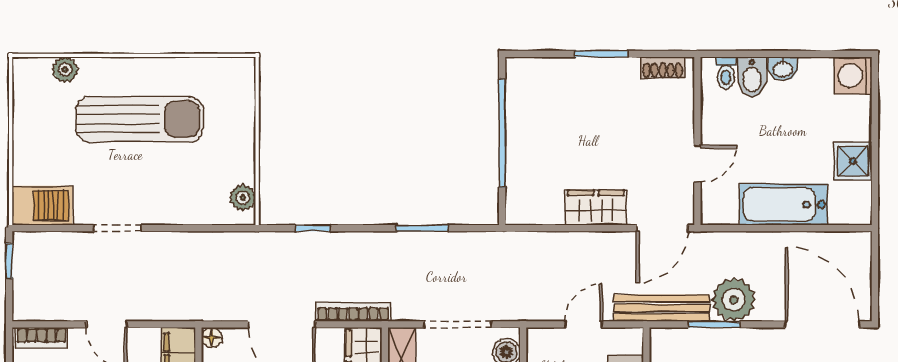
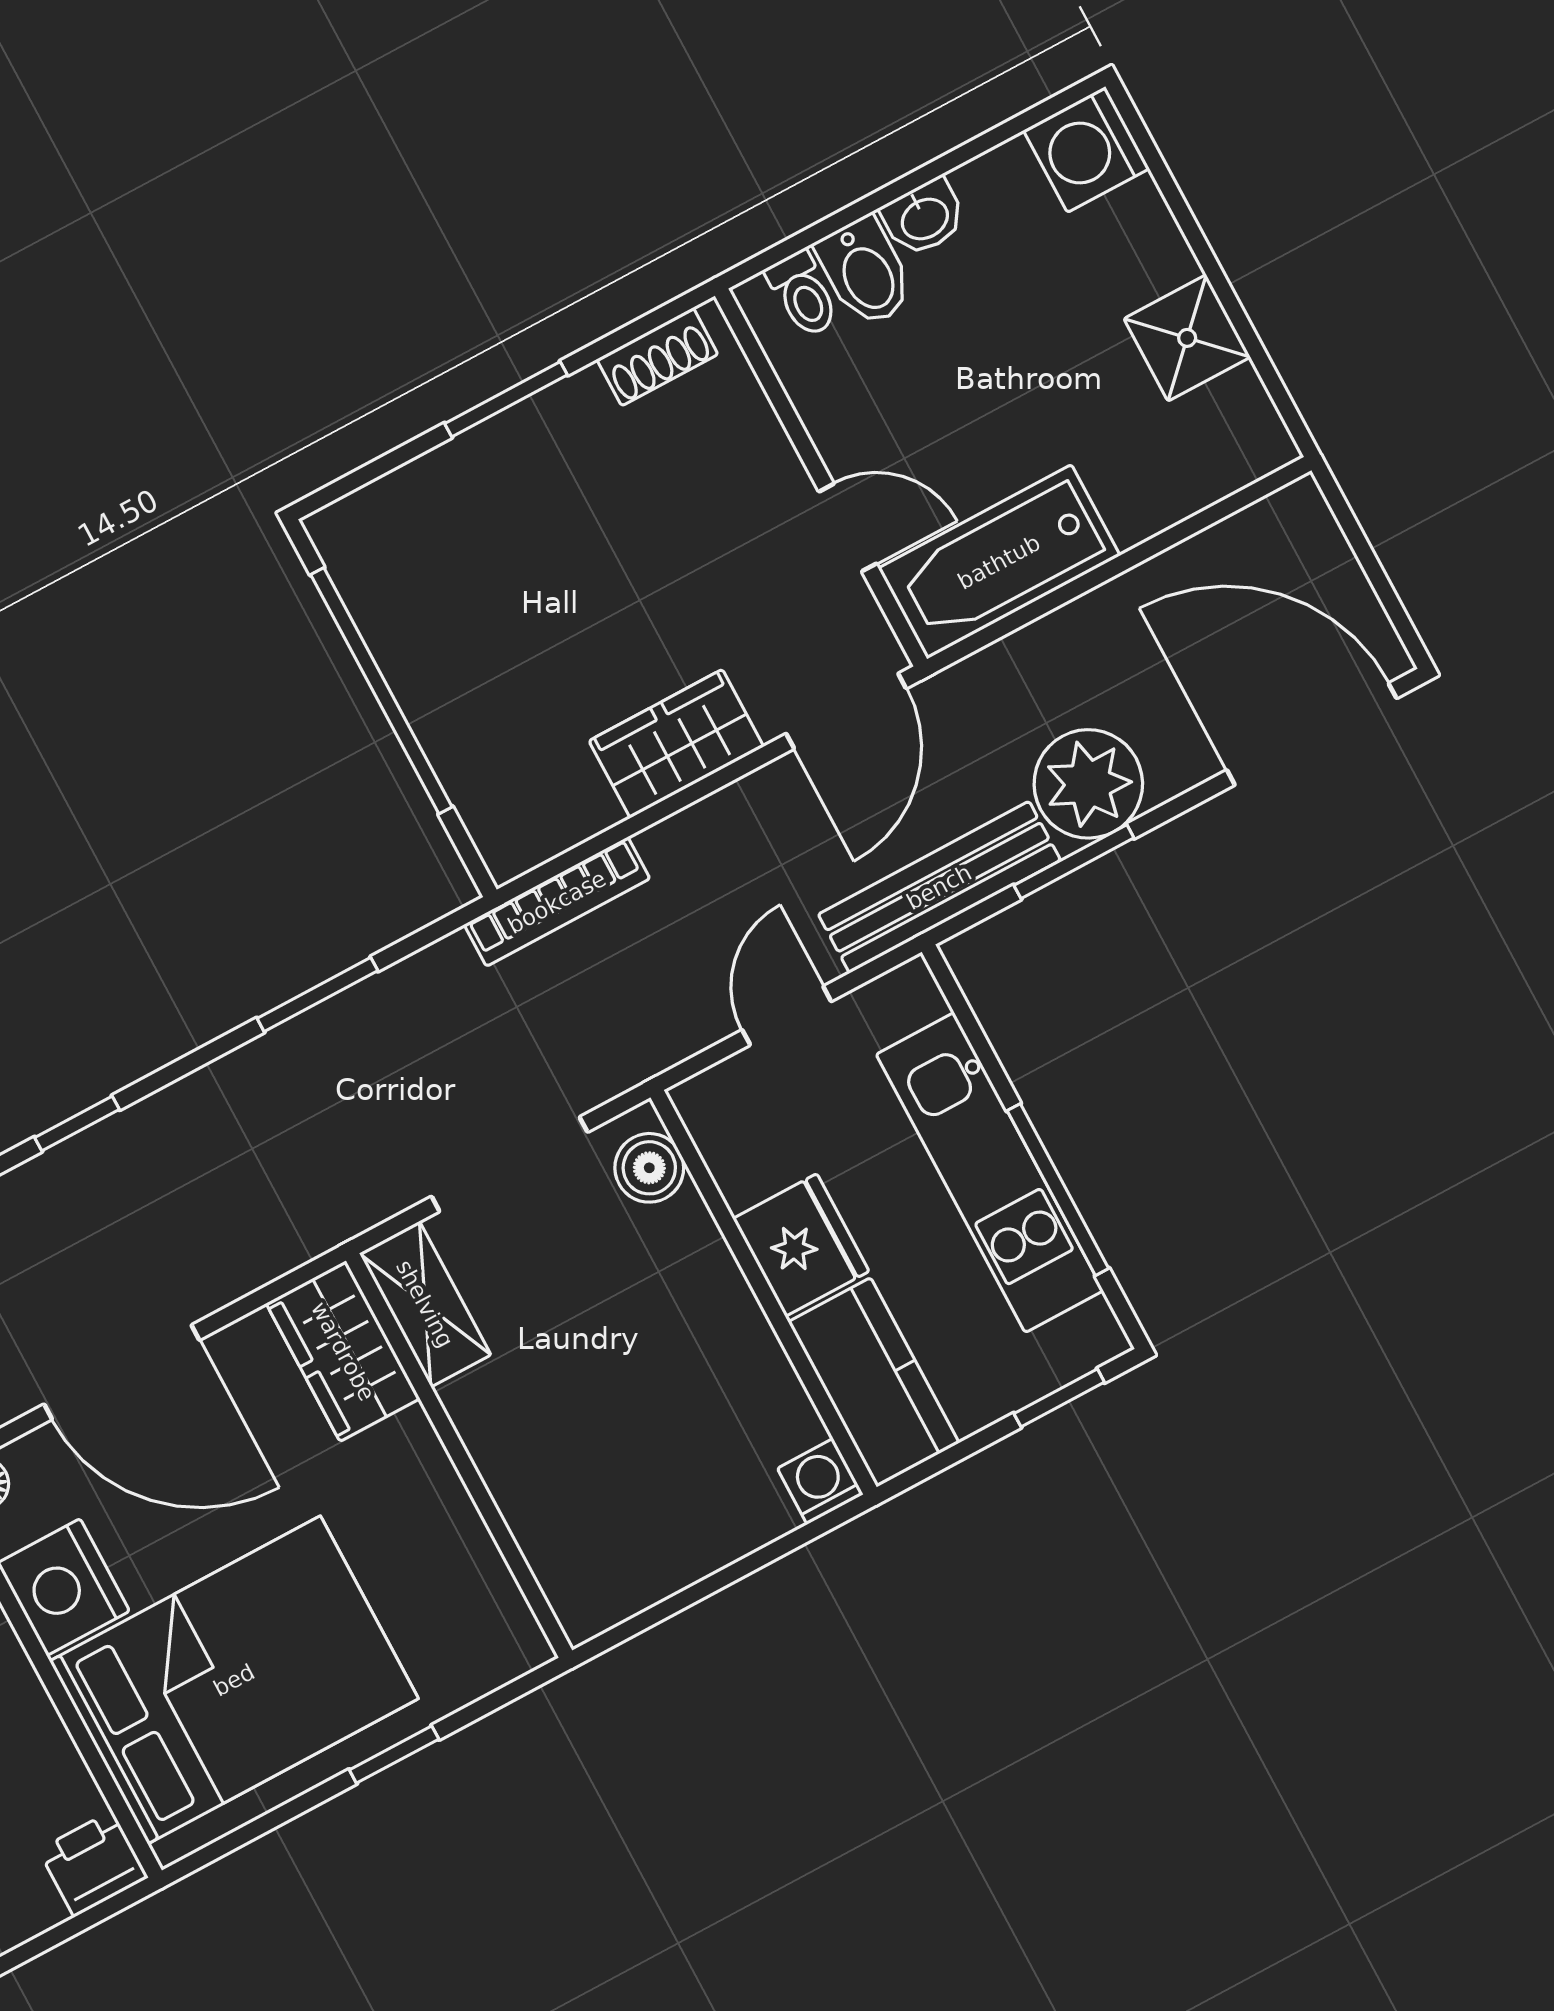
door: (697, 164) -> (848, 528), hinge flipped
bathtub: (784, 204) -> (999, 562), moved
bookcase: (353, 312) -> (557, 902), moved, turned 180

